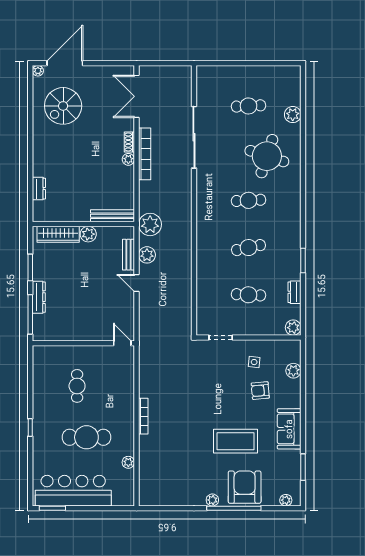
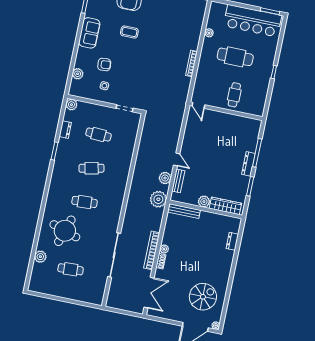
wall: (83, 343) -> (226, 111), moved
door: (122, 343) -> (198, 105), moved
coffee table: (235, 441) -> (129, 32), width x0.54, depth x0.58

